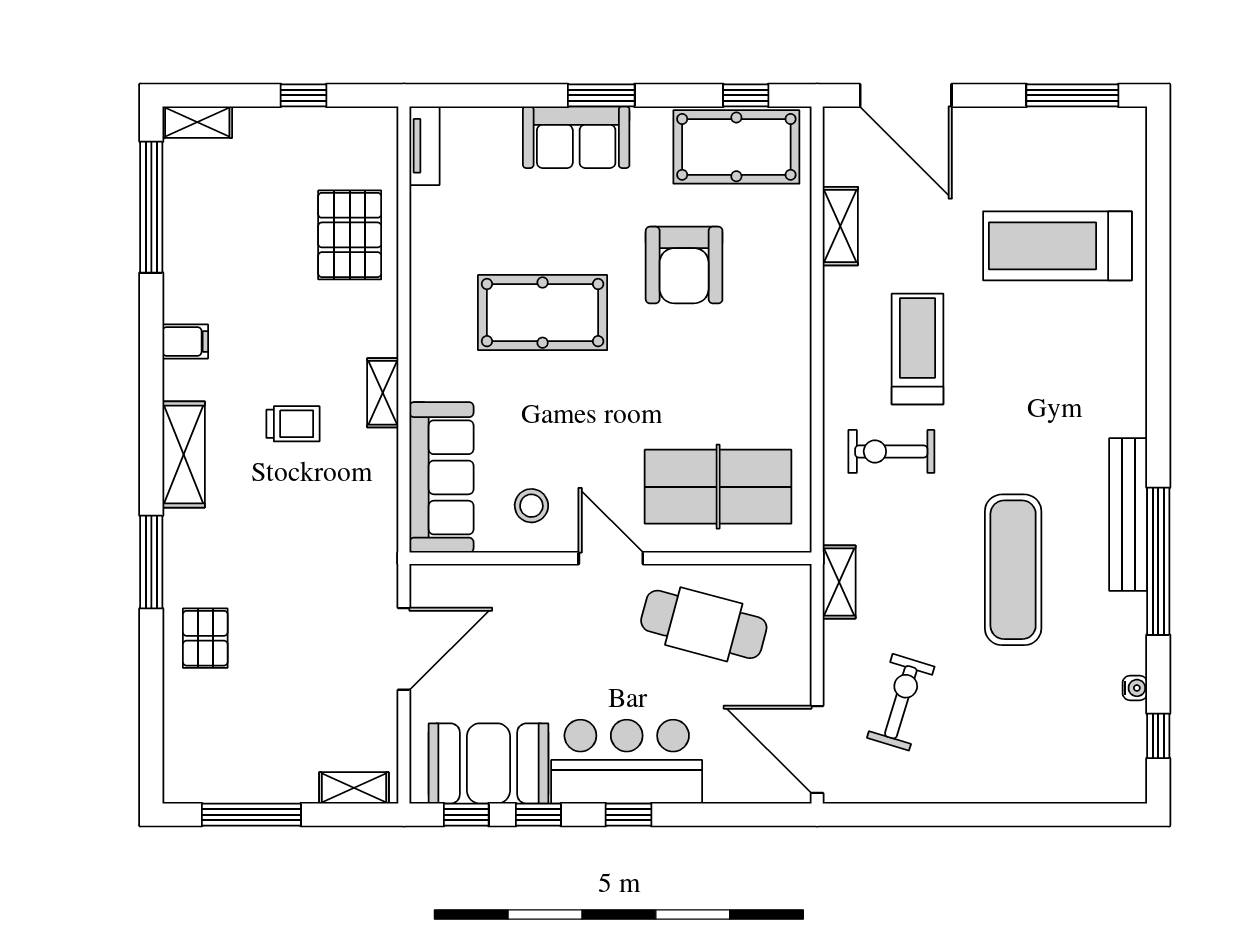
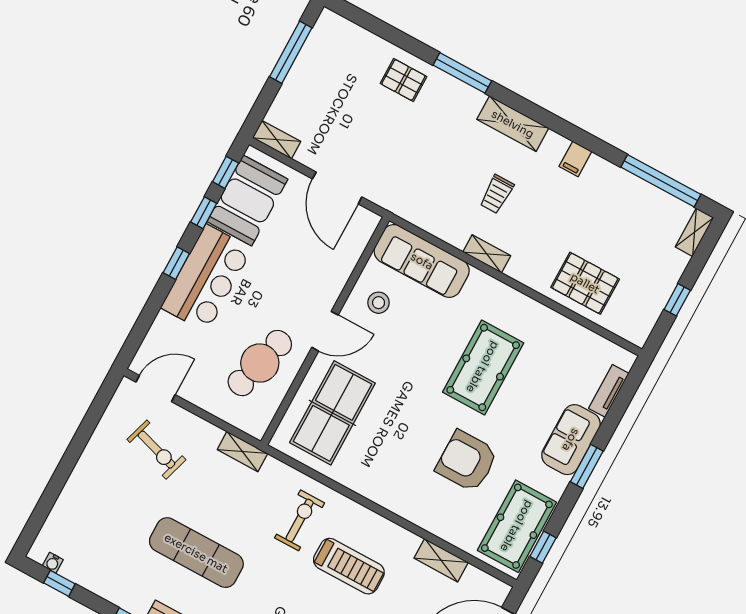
tv unit: (425, 146) -> (609, 391), moved, turned 90
water cooler: (1135, 688) -> (53, 563), moved
door: (817, 749) -> (155, 388), width x0.73
shelving: (354, 788) -> (277, 140), moved, turned 90

